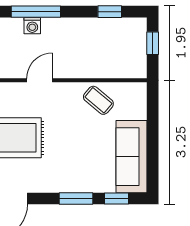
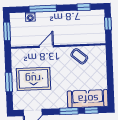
washing machine: (32, 26) -> (30, 17), moved
sofa: (132, 157) -> (88, 99), moved, turned 90

